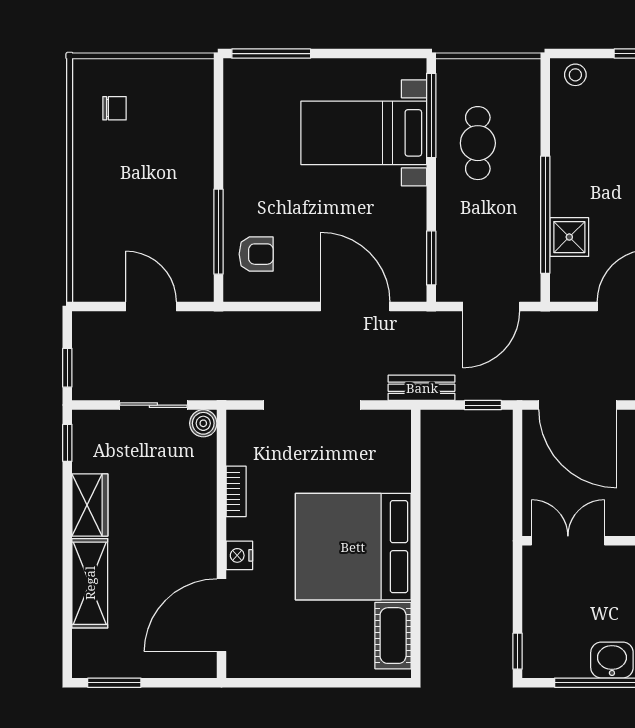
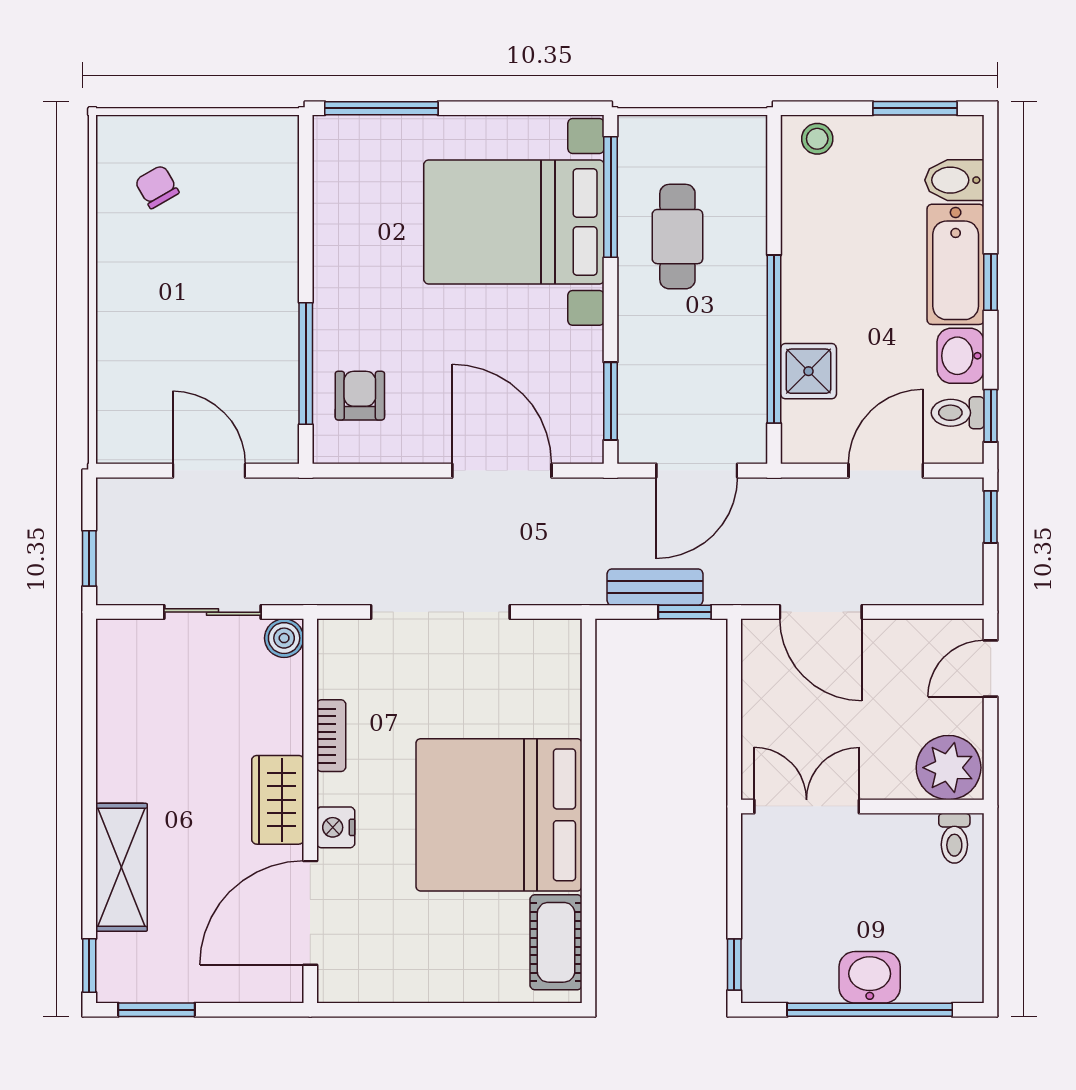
chair: (115, 108) -> (157, 187), turned -120
bed with nightstands: (364, 133) -> (514, 222), width x1.36
armchair: (256, 254) -> (360, 396), turned -90
bench: (422, 388) -> (655, 587), moved
door: (578, 405) -> (821, 612), width x0.73
window: (67, 443) -> (89, 966), moved
wardrobe: (90, 505) -> (278, 800), moved, turned 180

